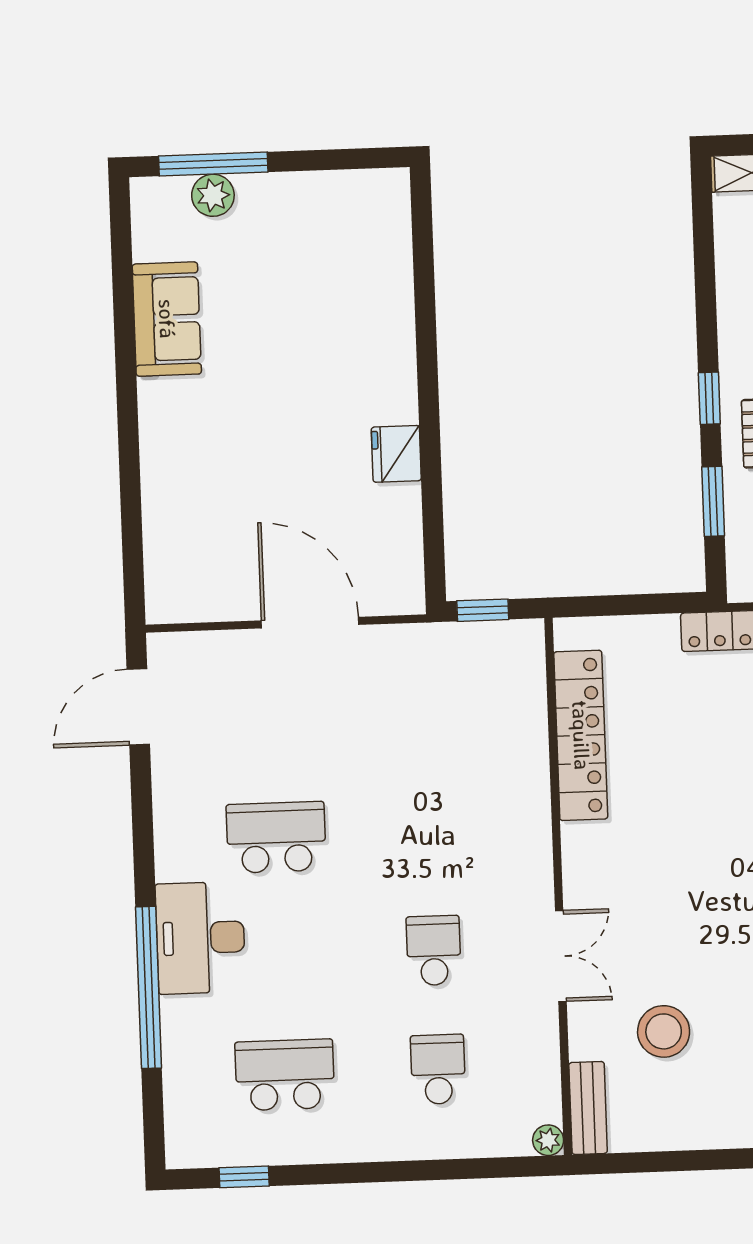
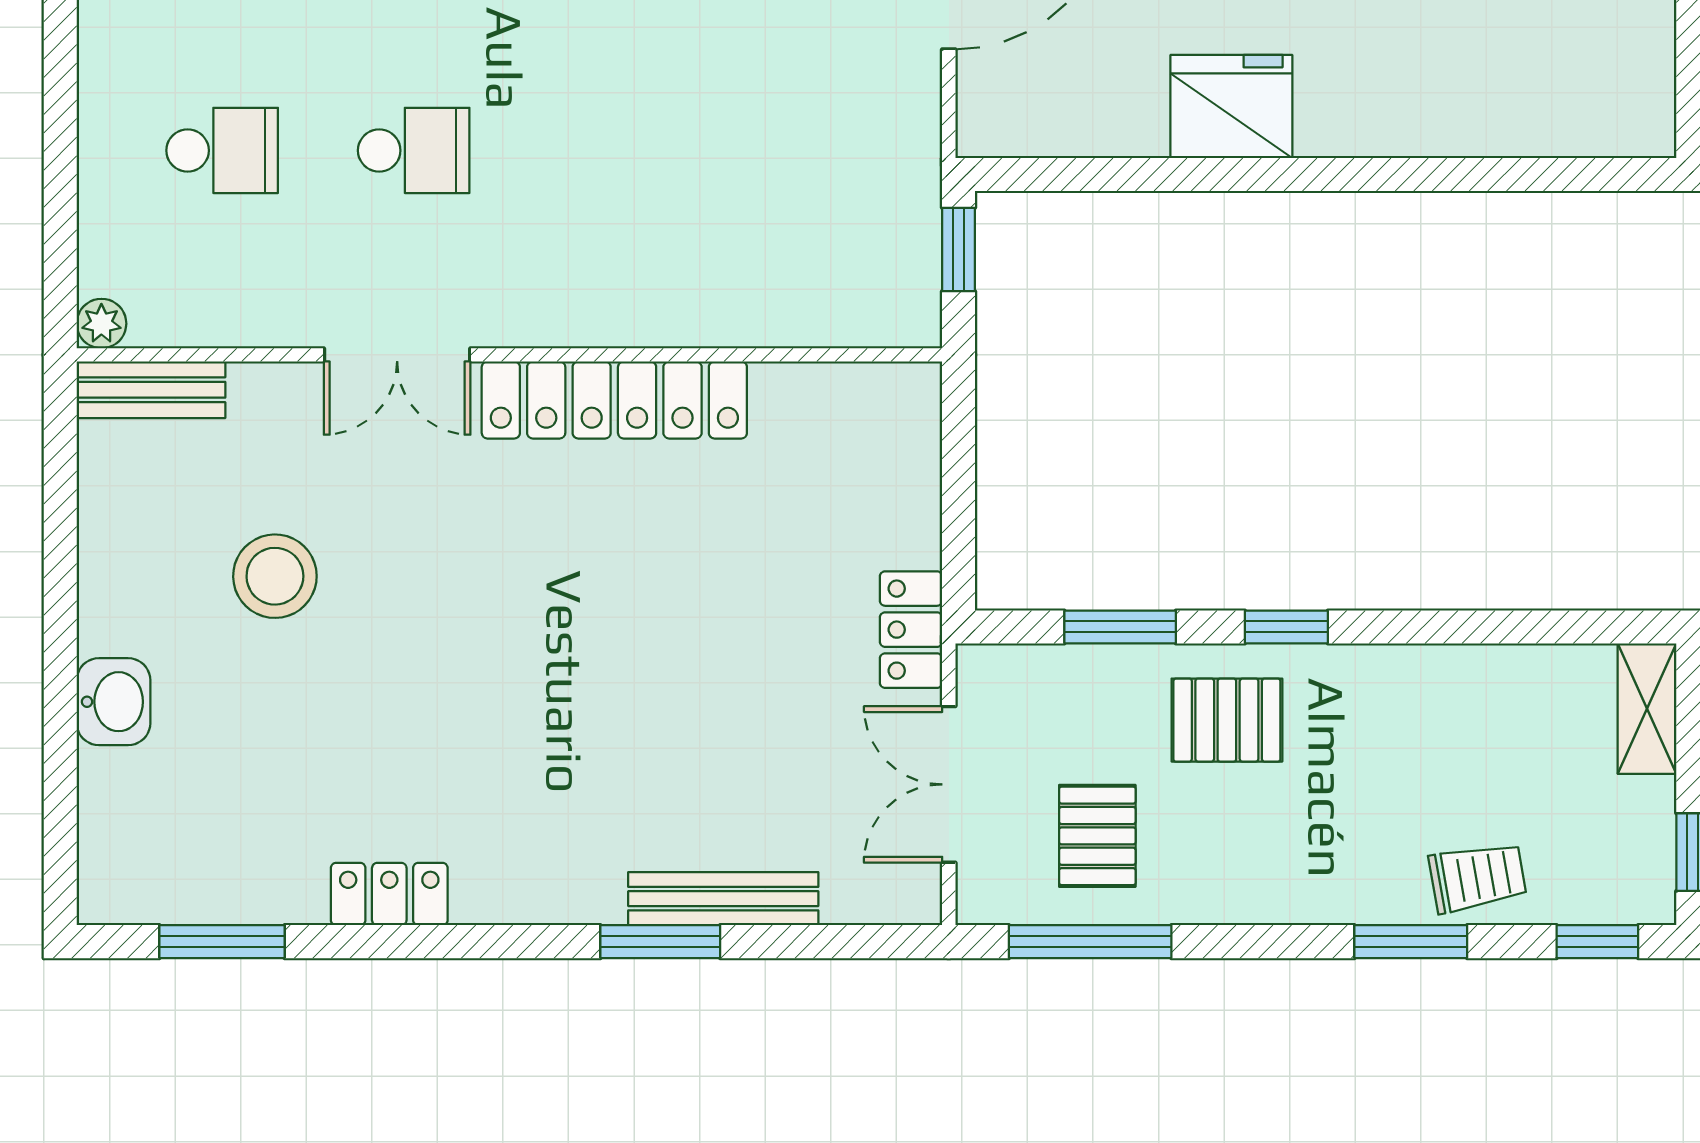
fridge: (396, 454) -> (1231, 107), width x1.36, depth x1.34
locker: (581, 735) -> (614, 400), moved
stool: (664, 1031) -> (275, 576), moved

